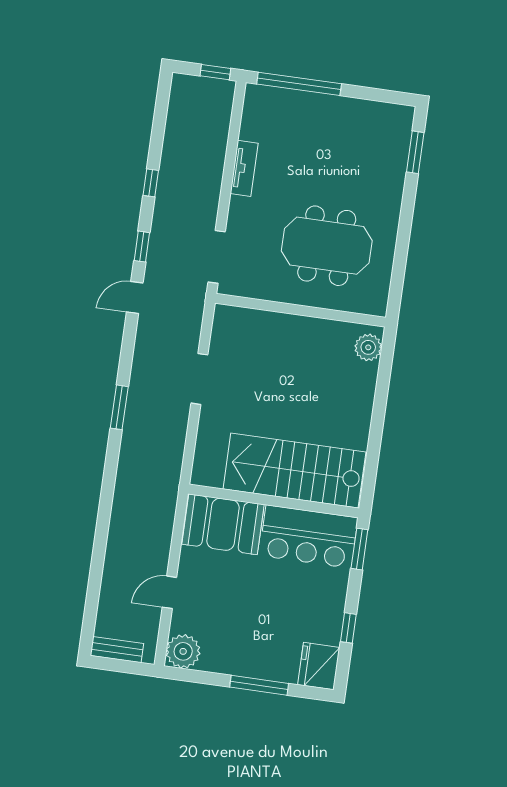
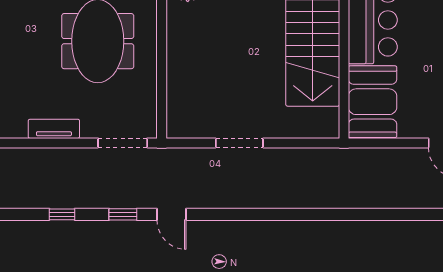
tv unit: (244, 168) -> (54, 129), moved
window: (119, 407) -> (276, 214), removed

